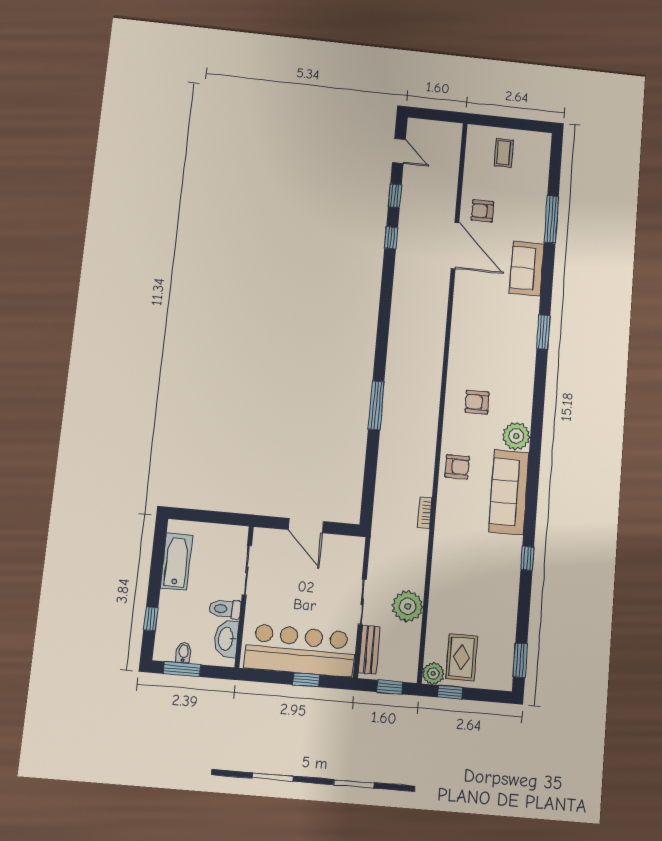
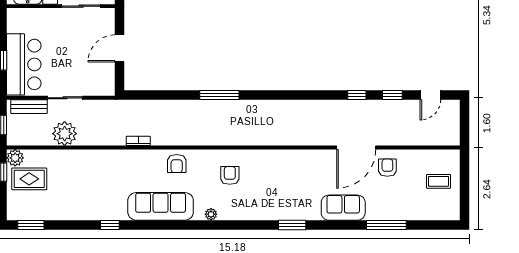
plant: (516, 436) -> (211, 214), width x0.53, depth x0.53
bar counter: (300, 650) -> (24, 64), width x0.73

